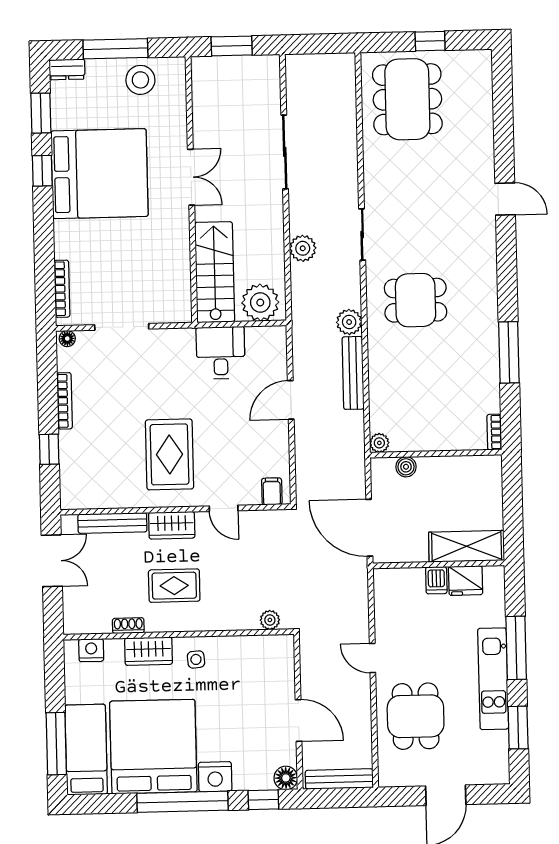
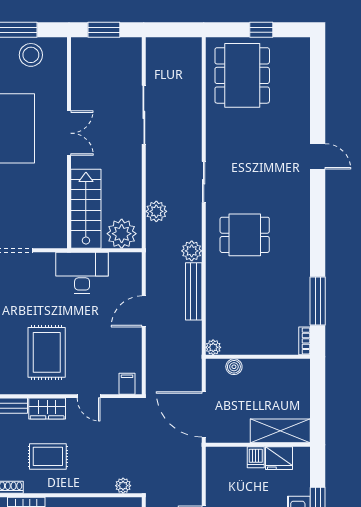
plant: (303, 248) -> (156, 211), moved
window: (509, 352) -> (318, 301), moved
desk: (221, 353) -> (82, 273), width x1.37

